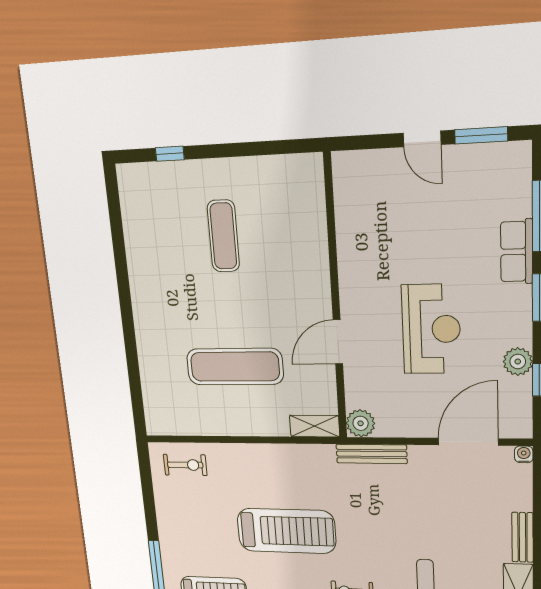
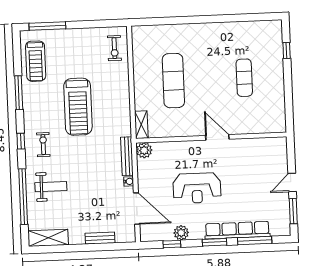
exercise mat: (223, 236) -> (244, 78), turned 90
row of seats: (517, 252) -> (237, 230), width x2.02
door: (338, 342) -> (217, 137), moved
water cooler: (524, 454) -> (129, 181), moved
bench: (523, 537) -> (100, 238), moved

